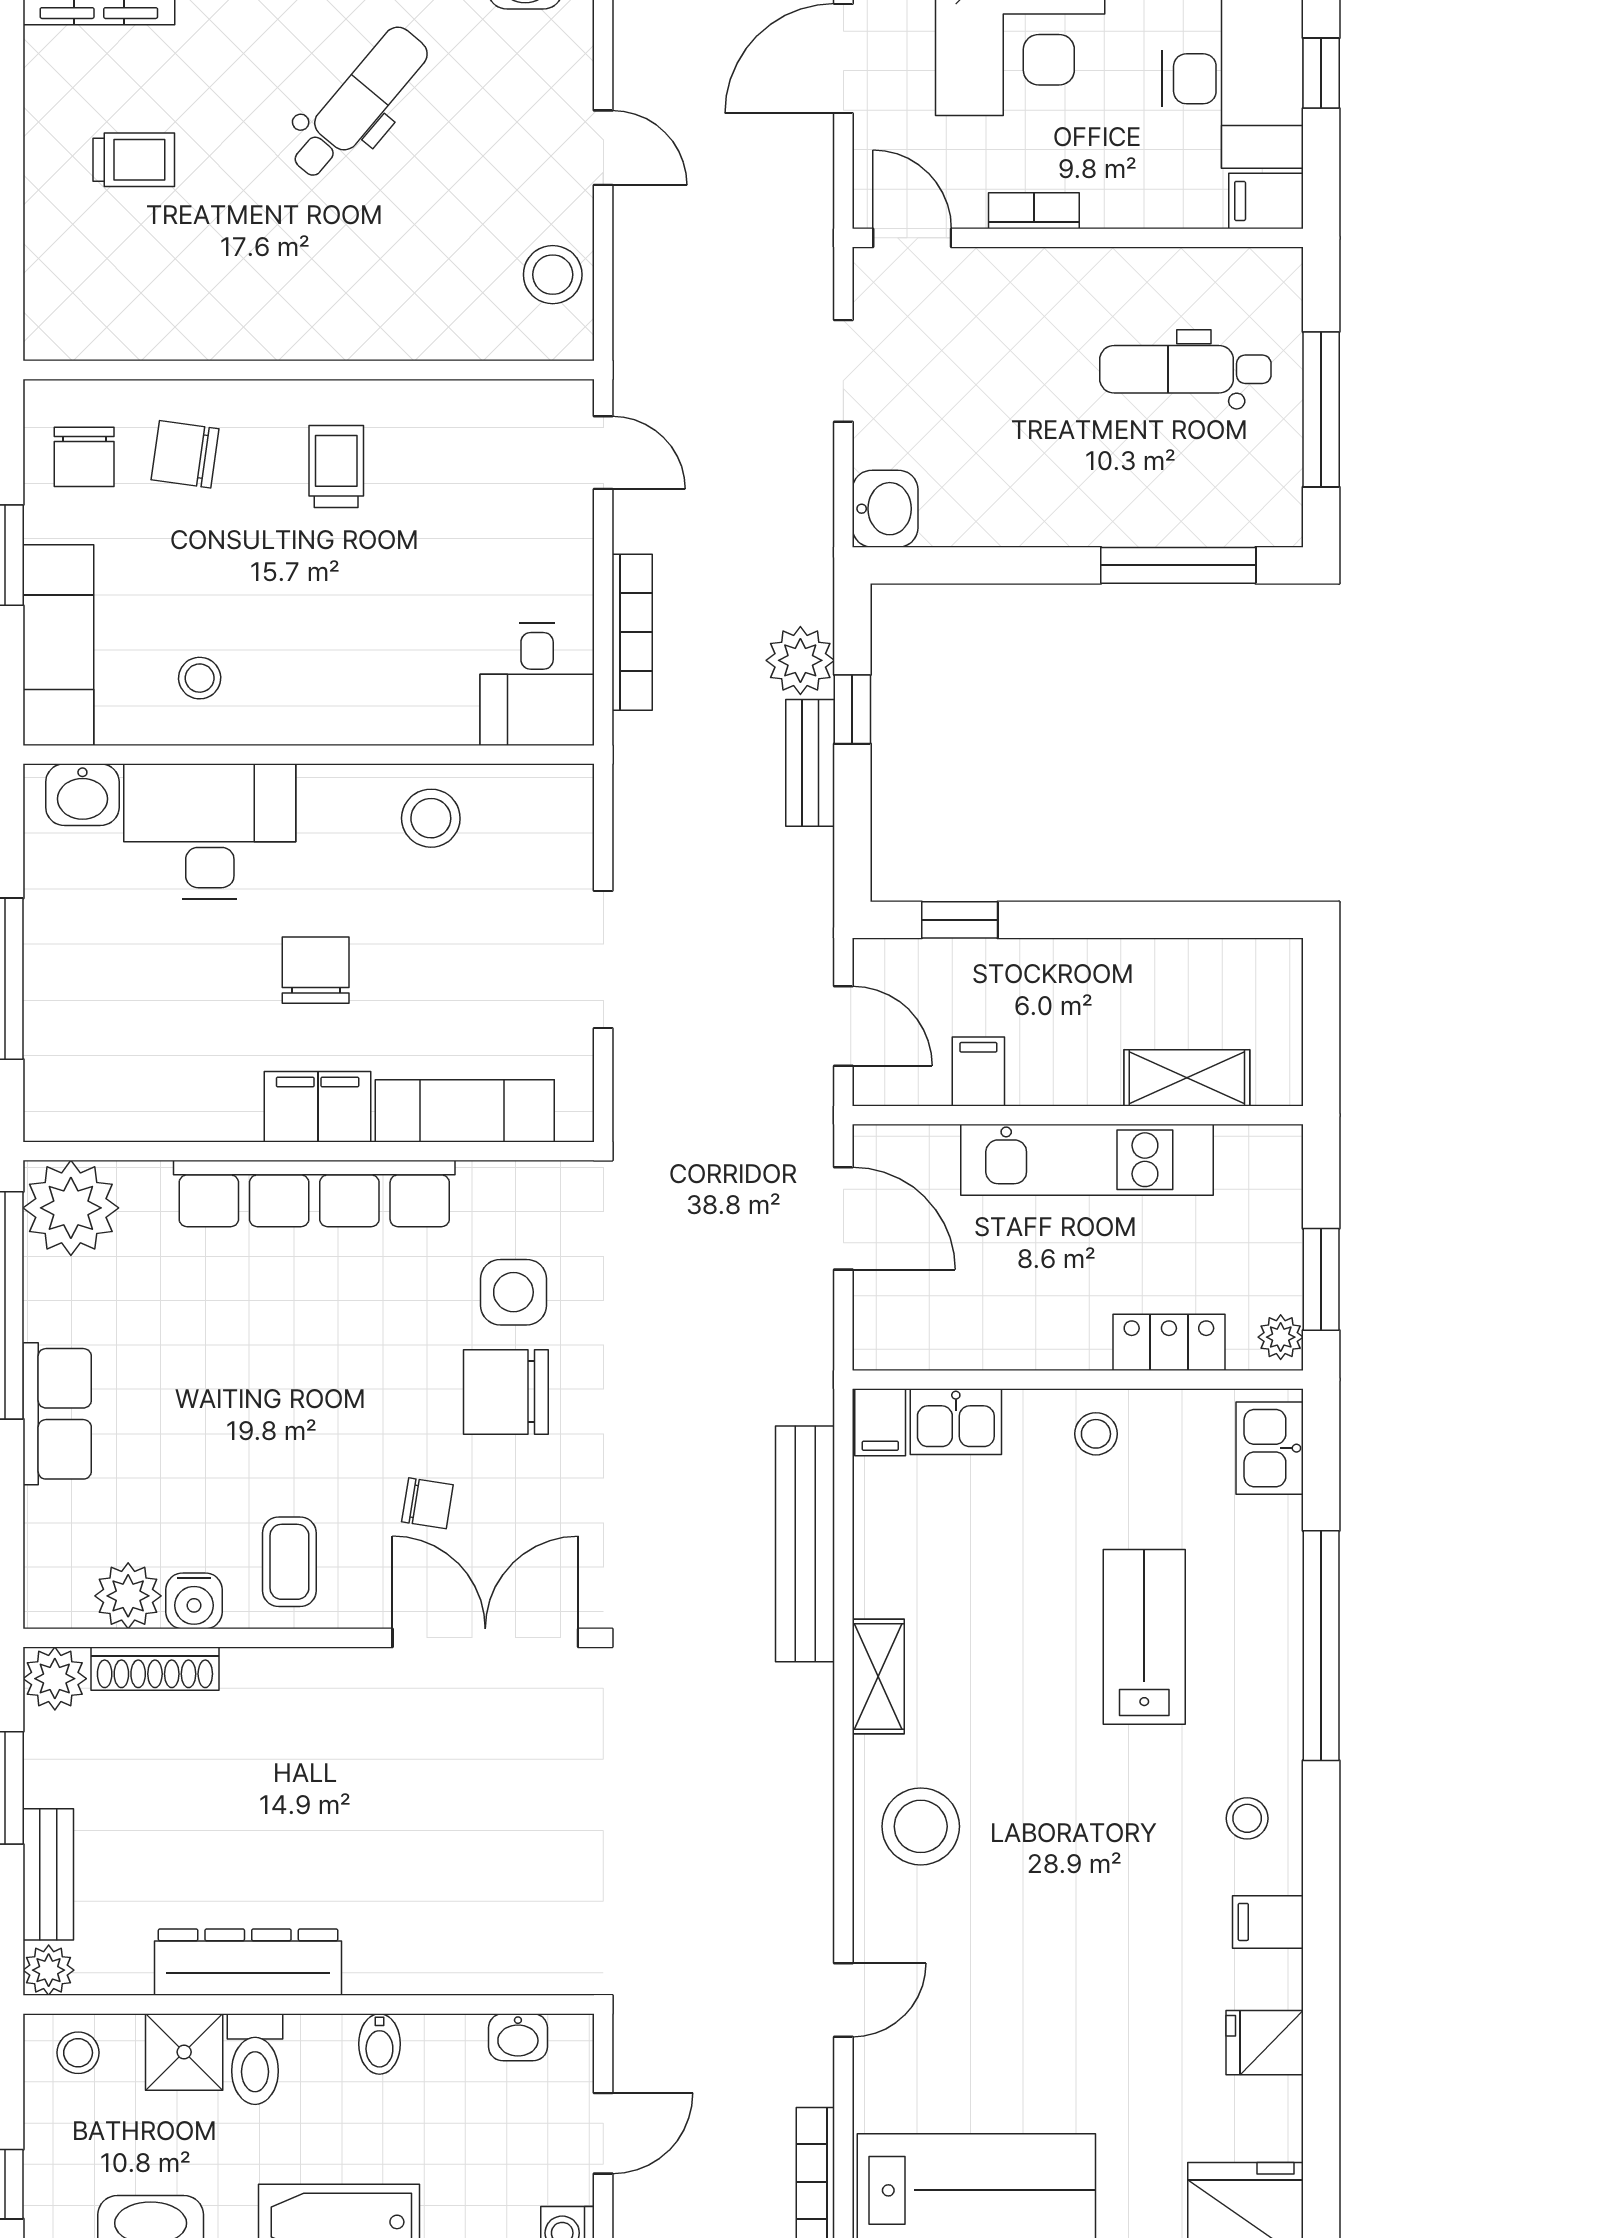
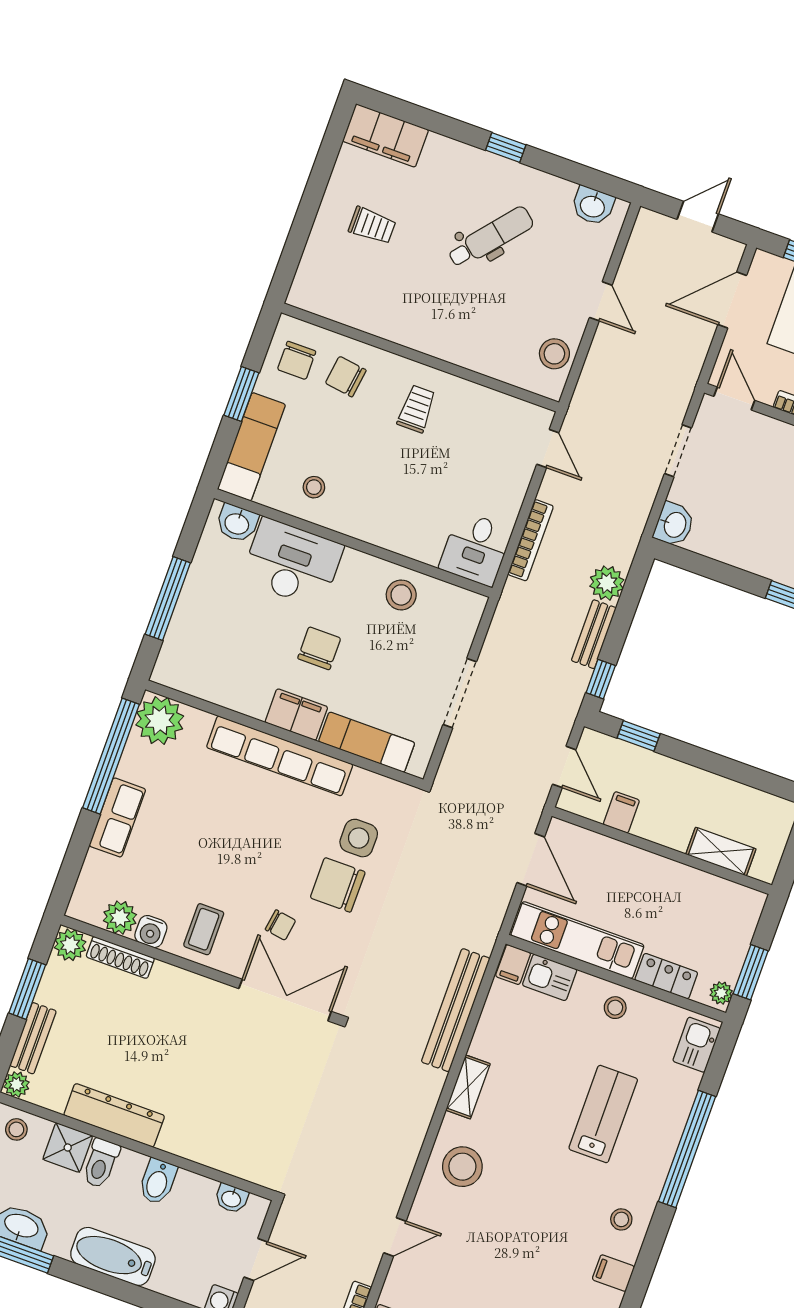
window: (852, 709) -> (601, 679), moved
kitchen unit: (1087, 1160) -> (577, 940), moved, turned 180
bidet: (379, 2044) -> (158, 1181), width x1.38, depth x1.36

